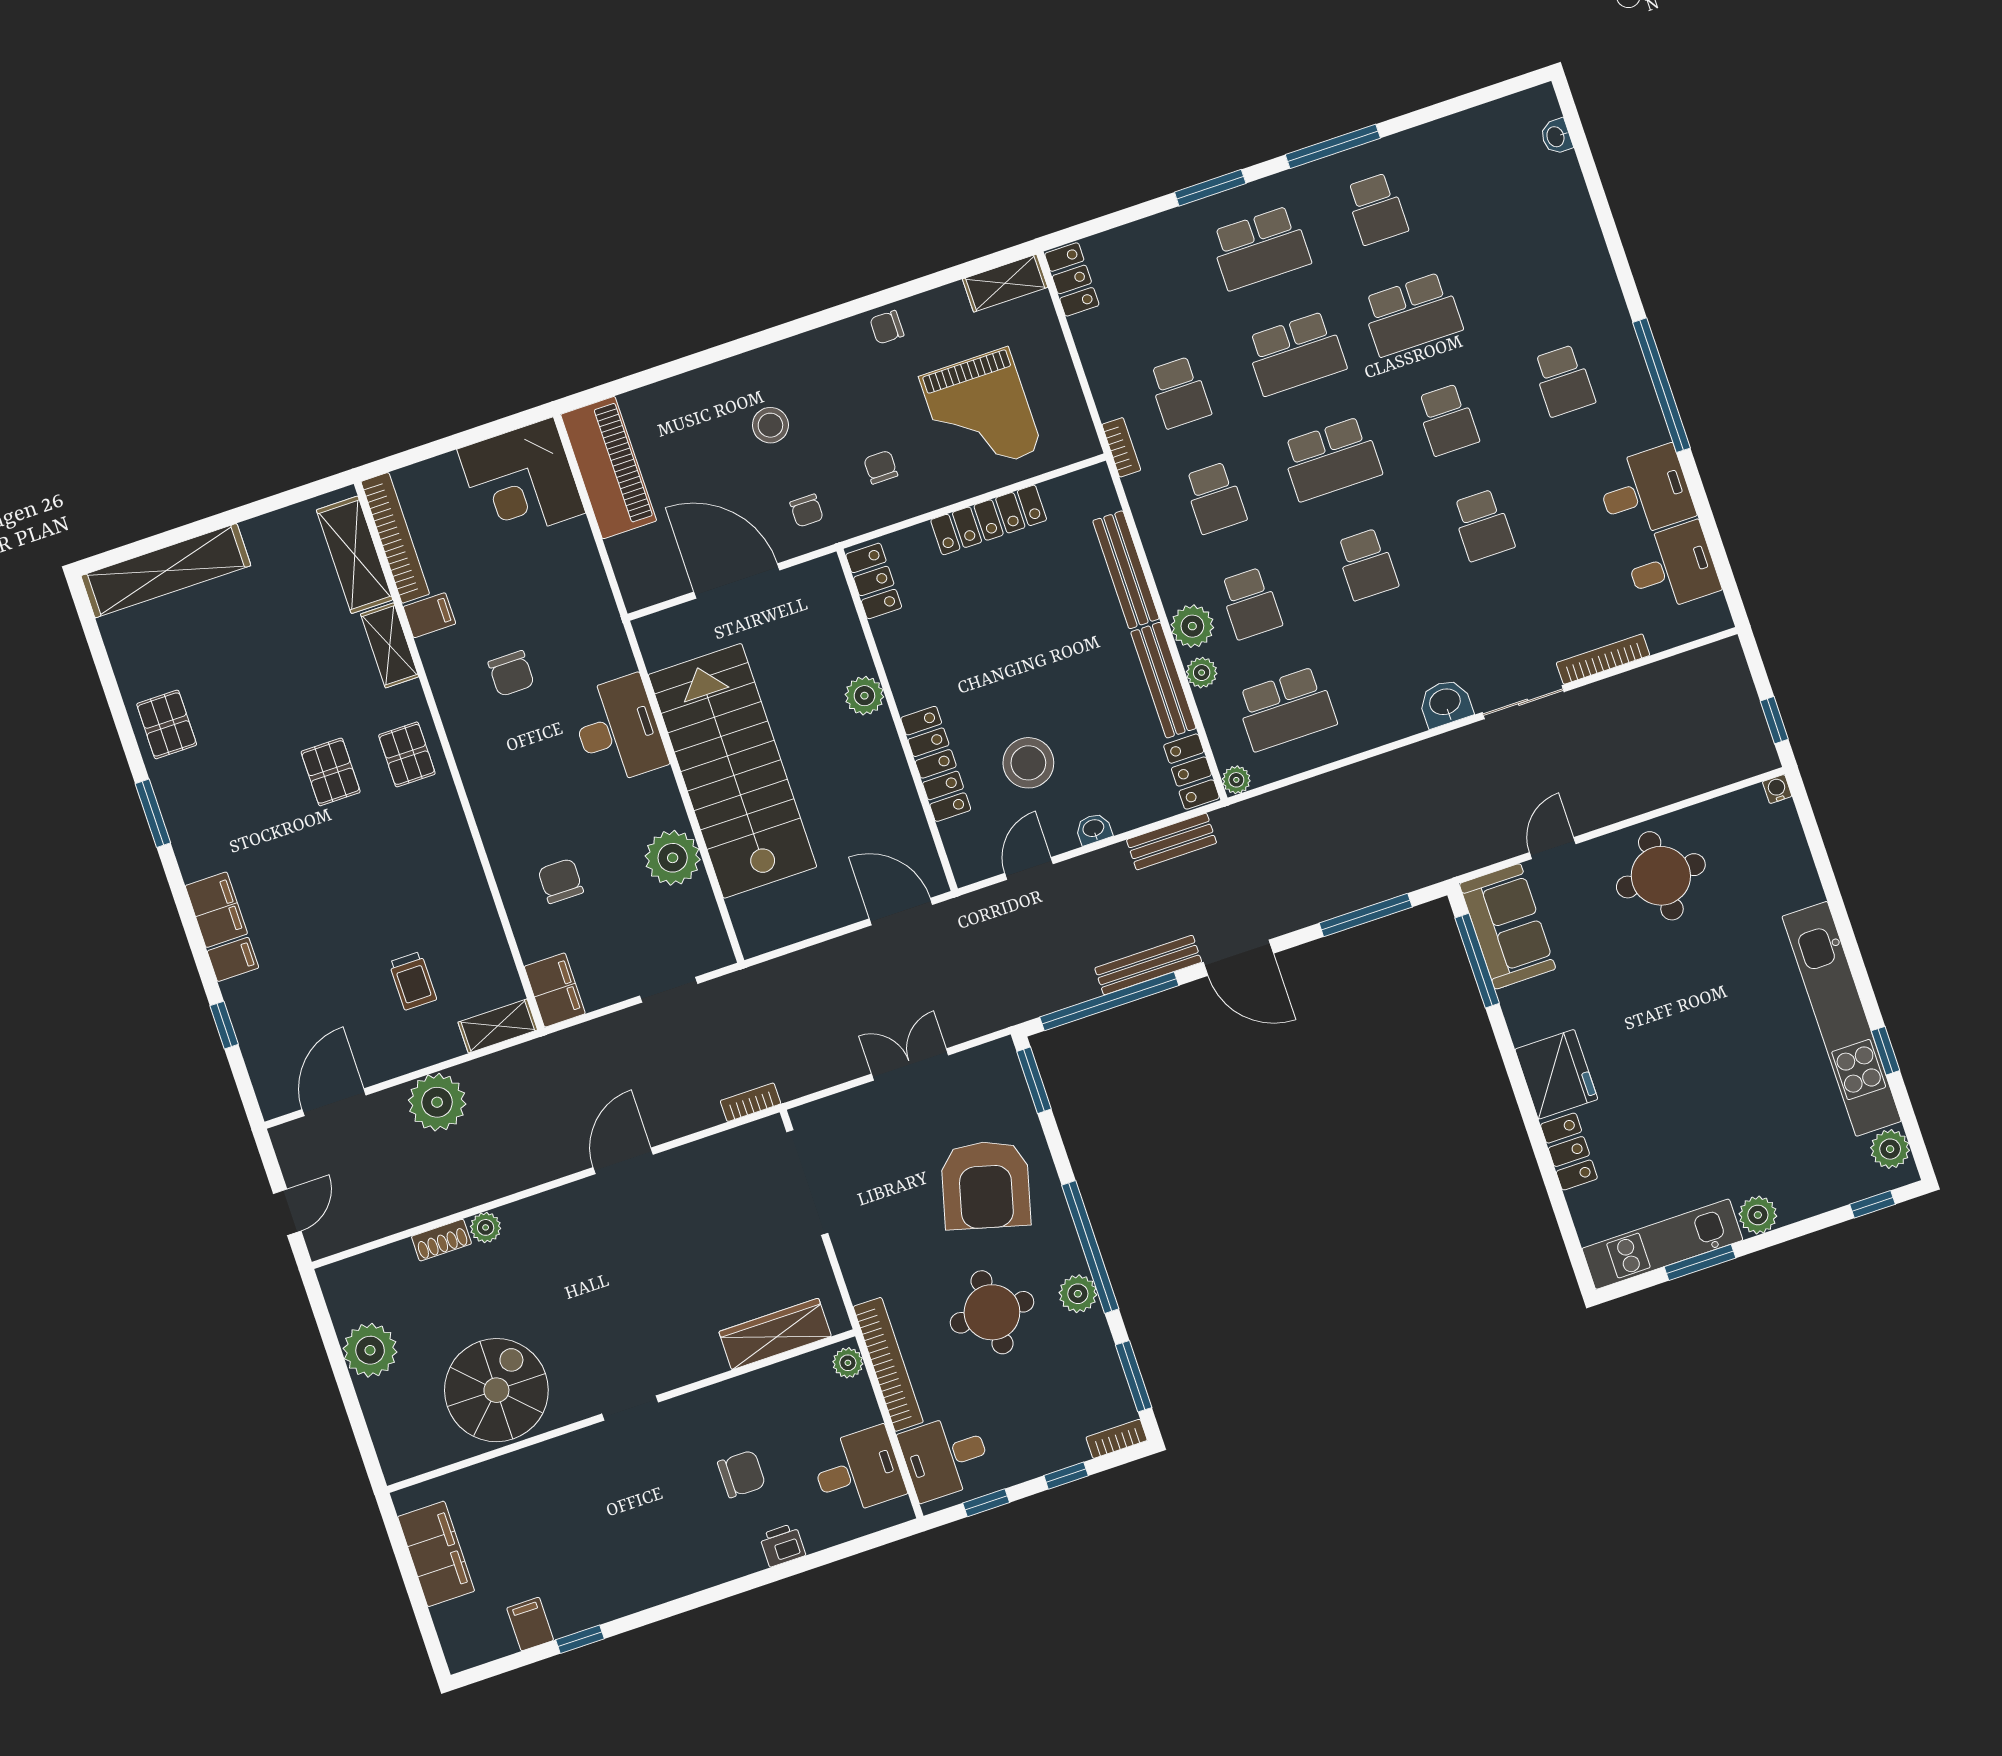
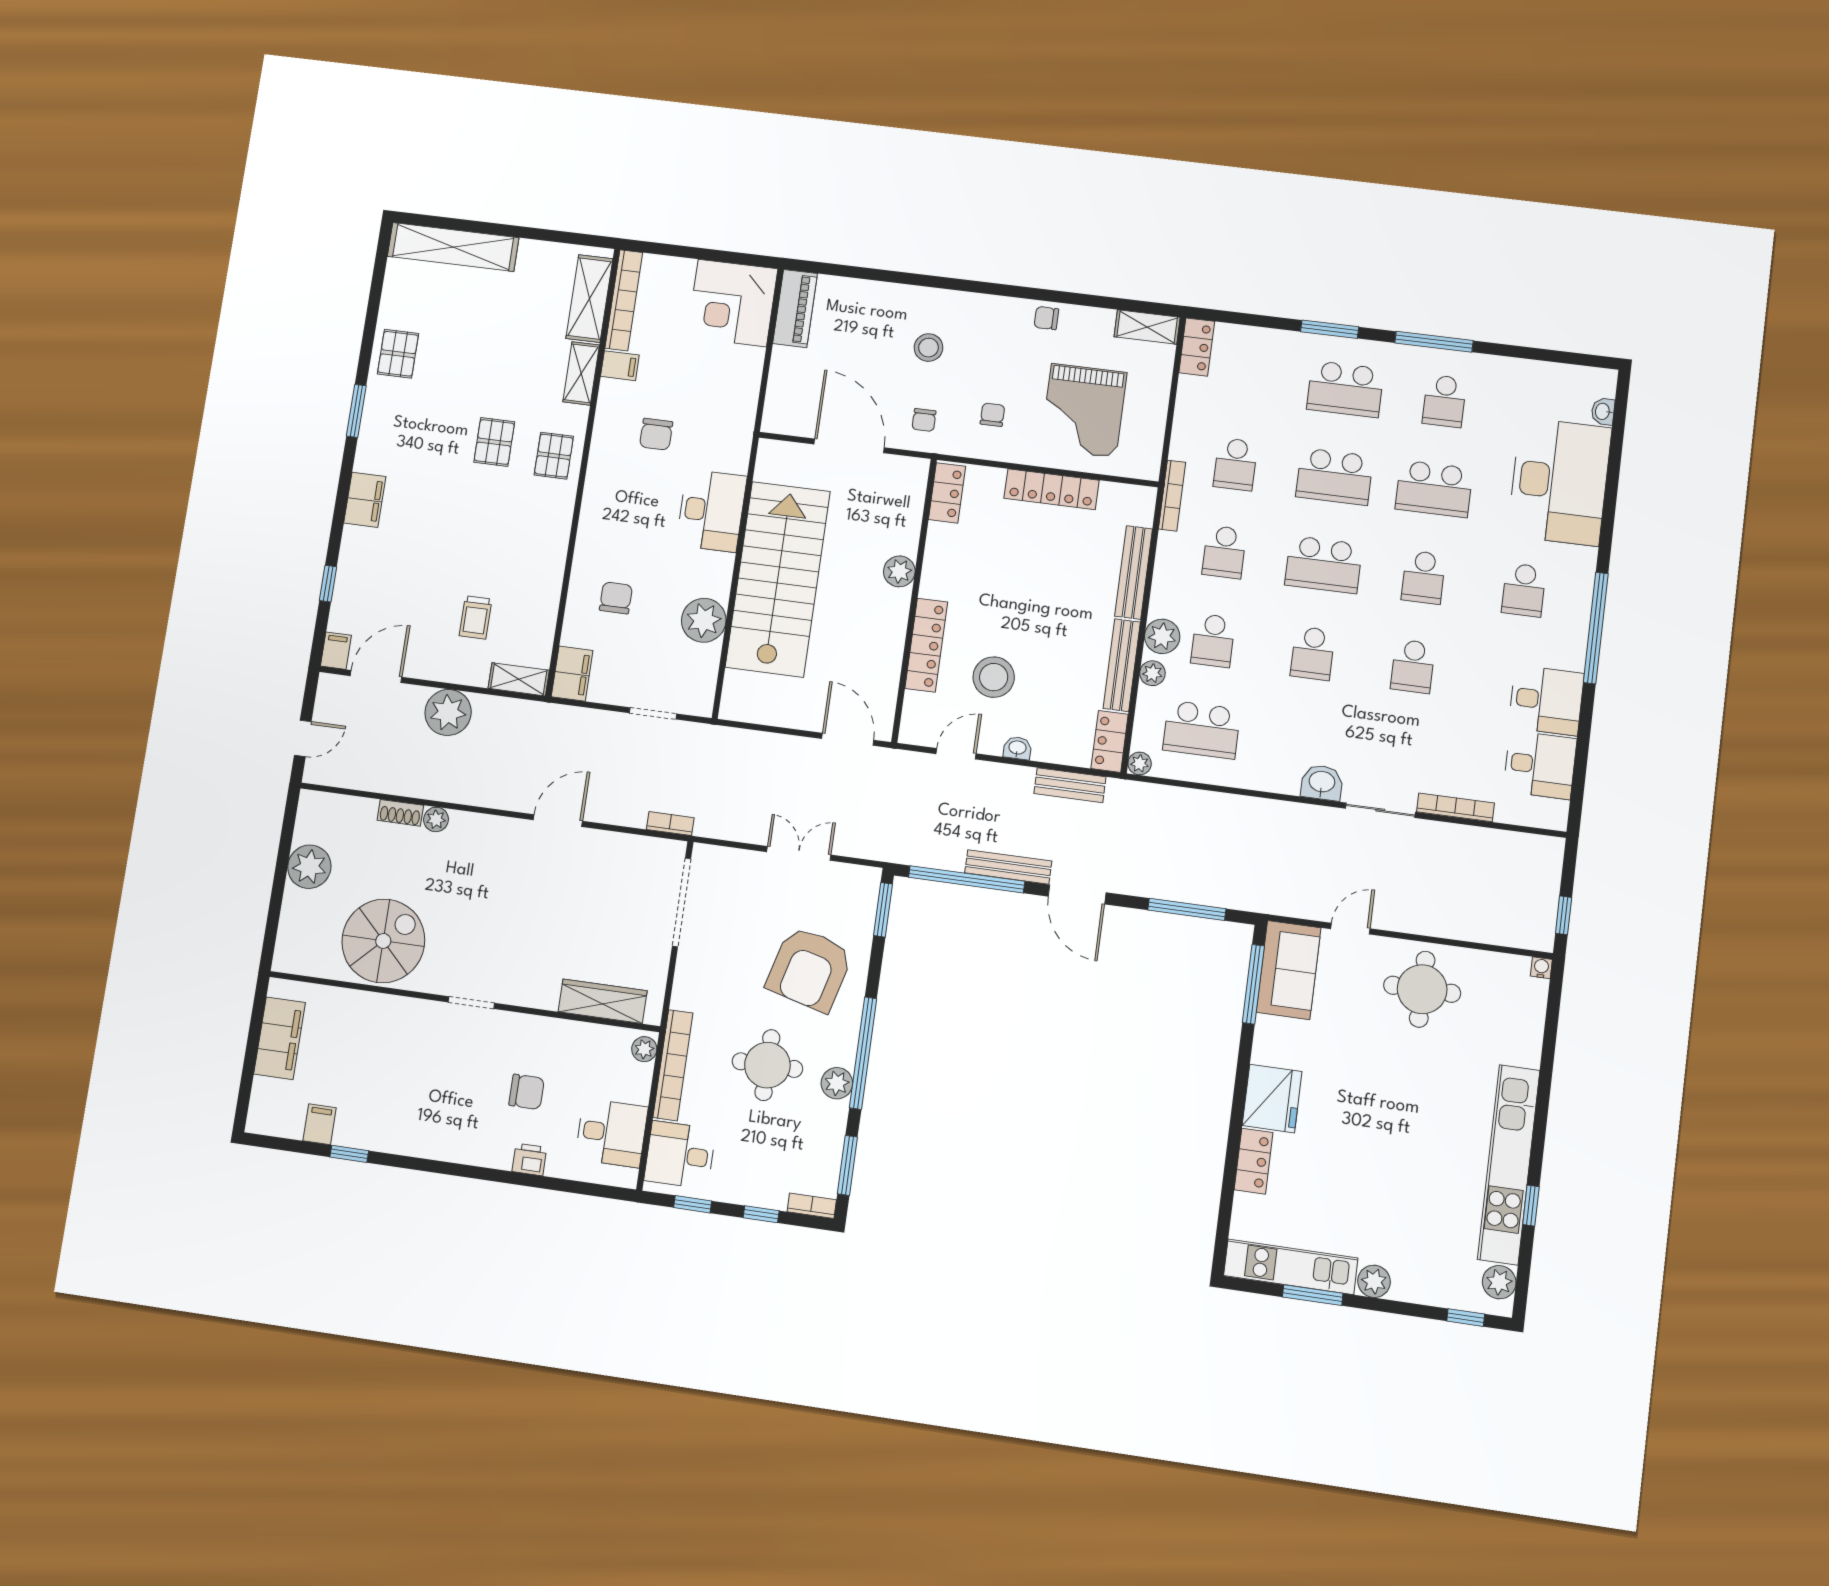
desk: (1546, 239) -> (1559, 482), added
bookcase: (1121, 447) -> (1172, 496), width x1.56
piano: (609, 468) -> (795, 309), width x0.73, depth x0.75
filing cabinet: (233, 959) -> (336, 651), moved, turned -90

